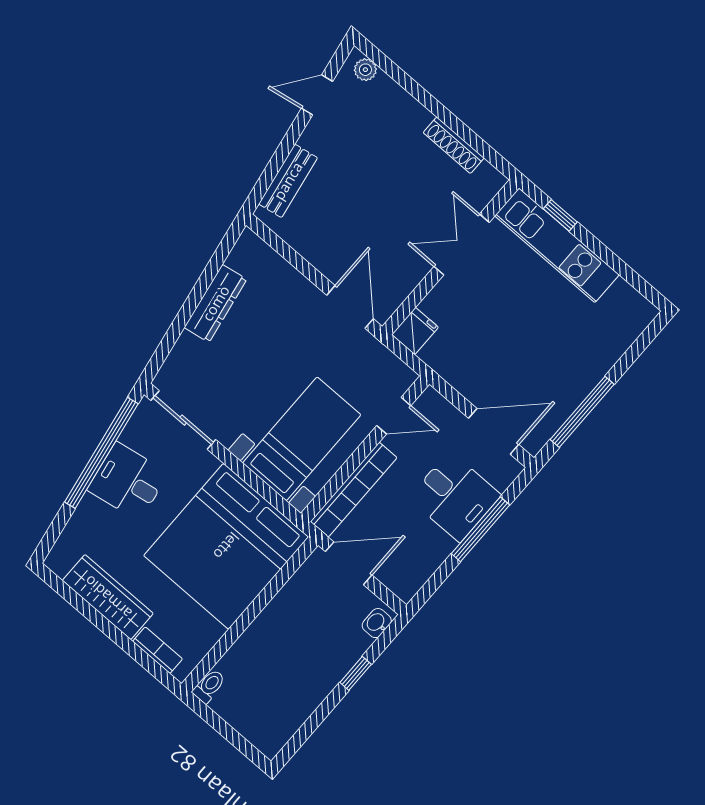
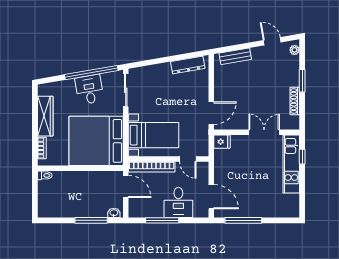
window: (430, 102) -> (302, 81), added
dresser: (216, 303) -> (188, 65), moved
window: (480, 529) -> (162, 220), moved
window: (356, 673) -> (91, 220), width x2.17

